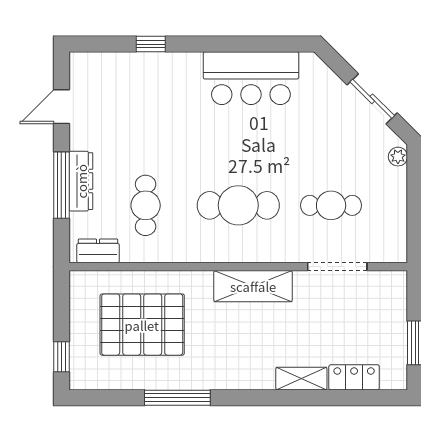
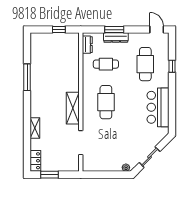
door: (61, 107) -> (157, 30), moved
window: (61, 185) -> (114, 30), width x0.69
cafe table: (331, 205) -> (145, 64), moved, width x1.37, depth x1.35
pallet: (142, 325) -> (57, 63), removed
window: (61, 357) -> (59, 30), moved
locker: (354, 377) -> (35, 161), moved

